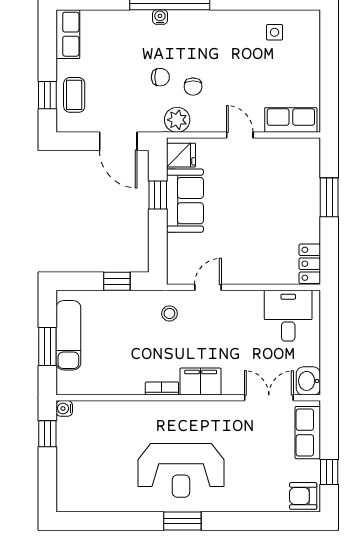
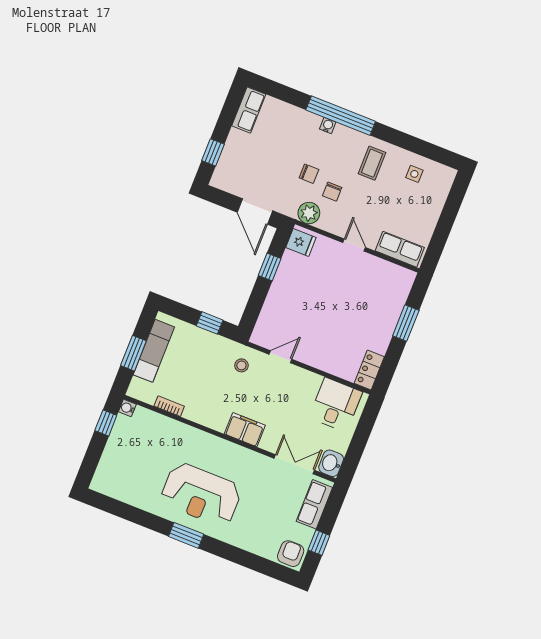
coffee table: (74, 95) -> (372, 163), moved
sofa: (185, 201) -> (290, 280), removed
bookcase: (162, 389) -> (169, 406), moved
armchair: (303, 496) -> (291, 554), turned 90

